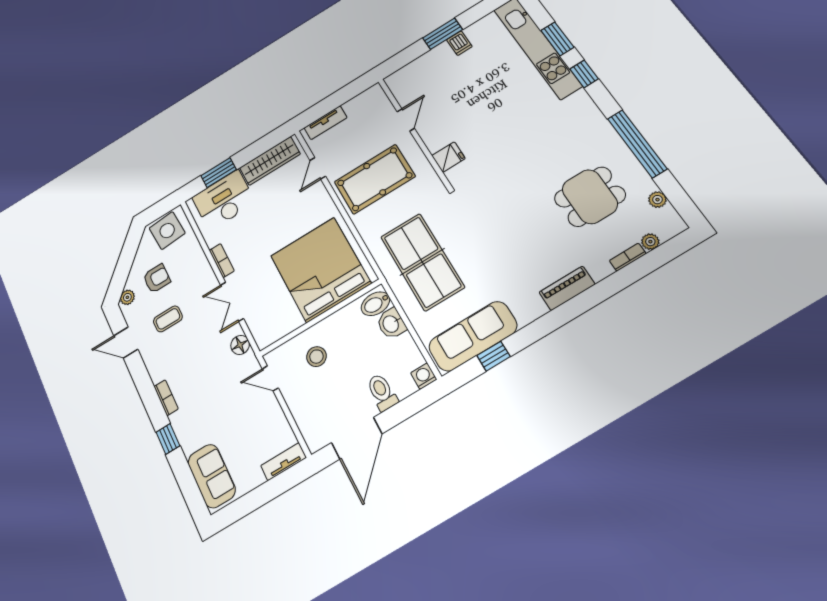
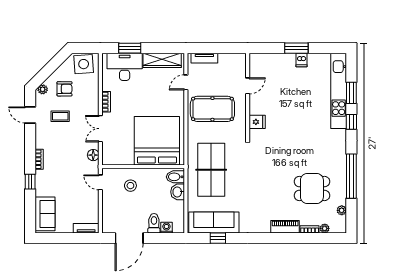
piano: (567, 288) -> (285, 227), moved
washing machine: (424, 376) -> (166, 228), moved

